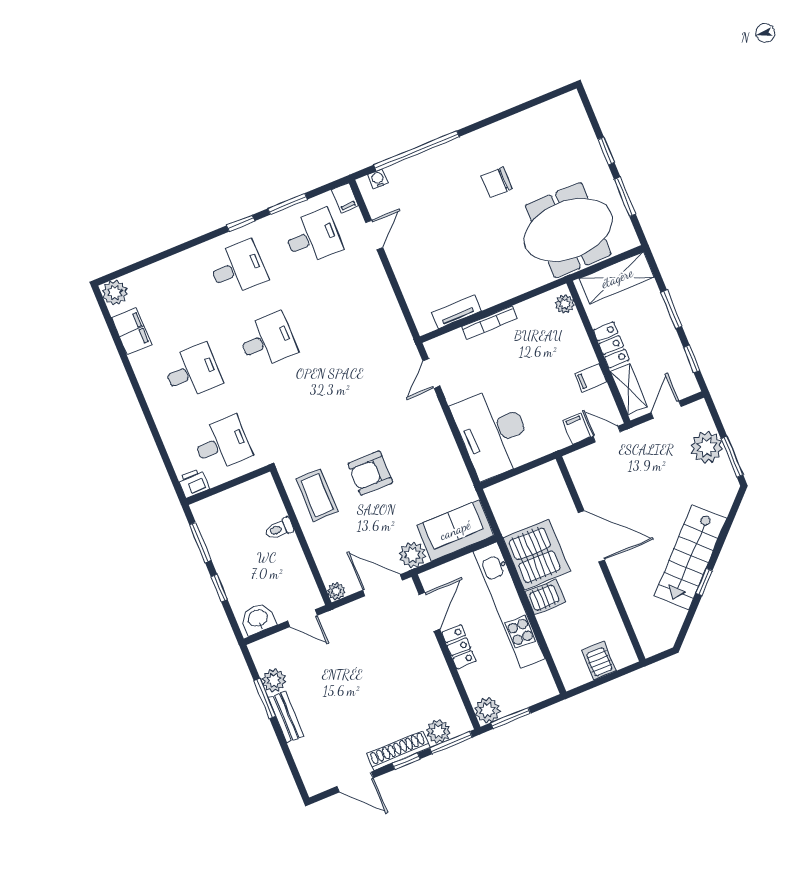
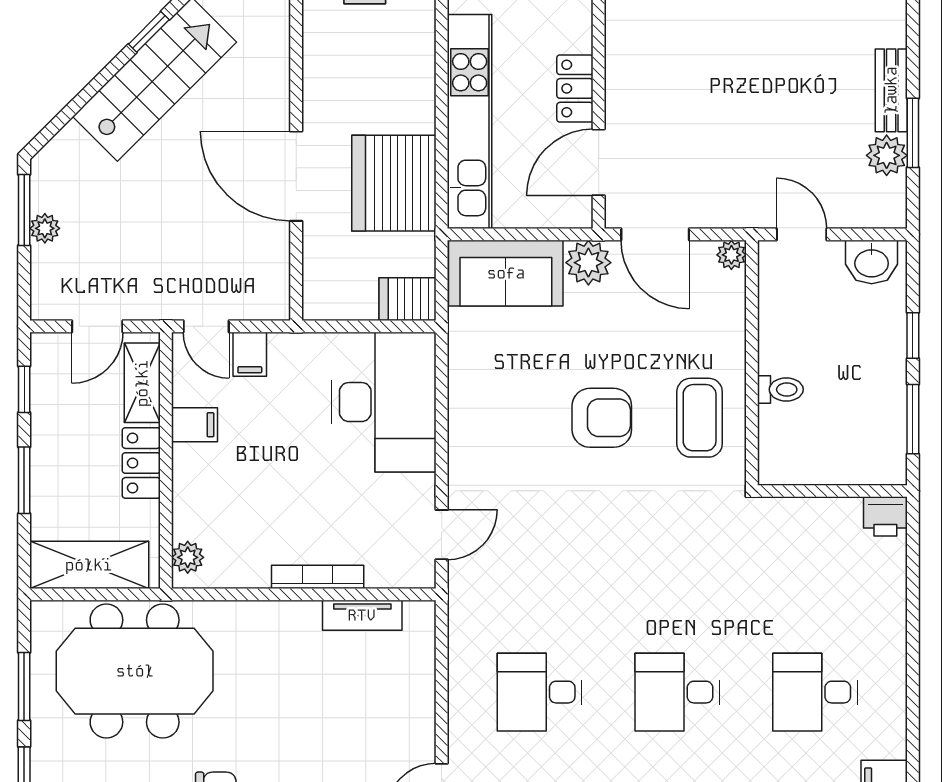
desk: (222, 444) -> (539, 692), moved
plant: (707, 447) -> (45, 228), width x0.53, depth x0.53
server rack: (545, 597) -> (407, 299), moved

